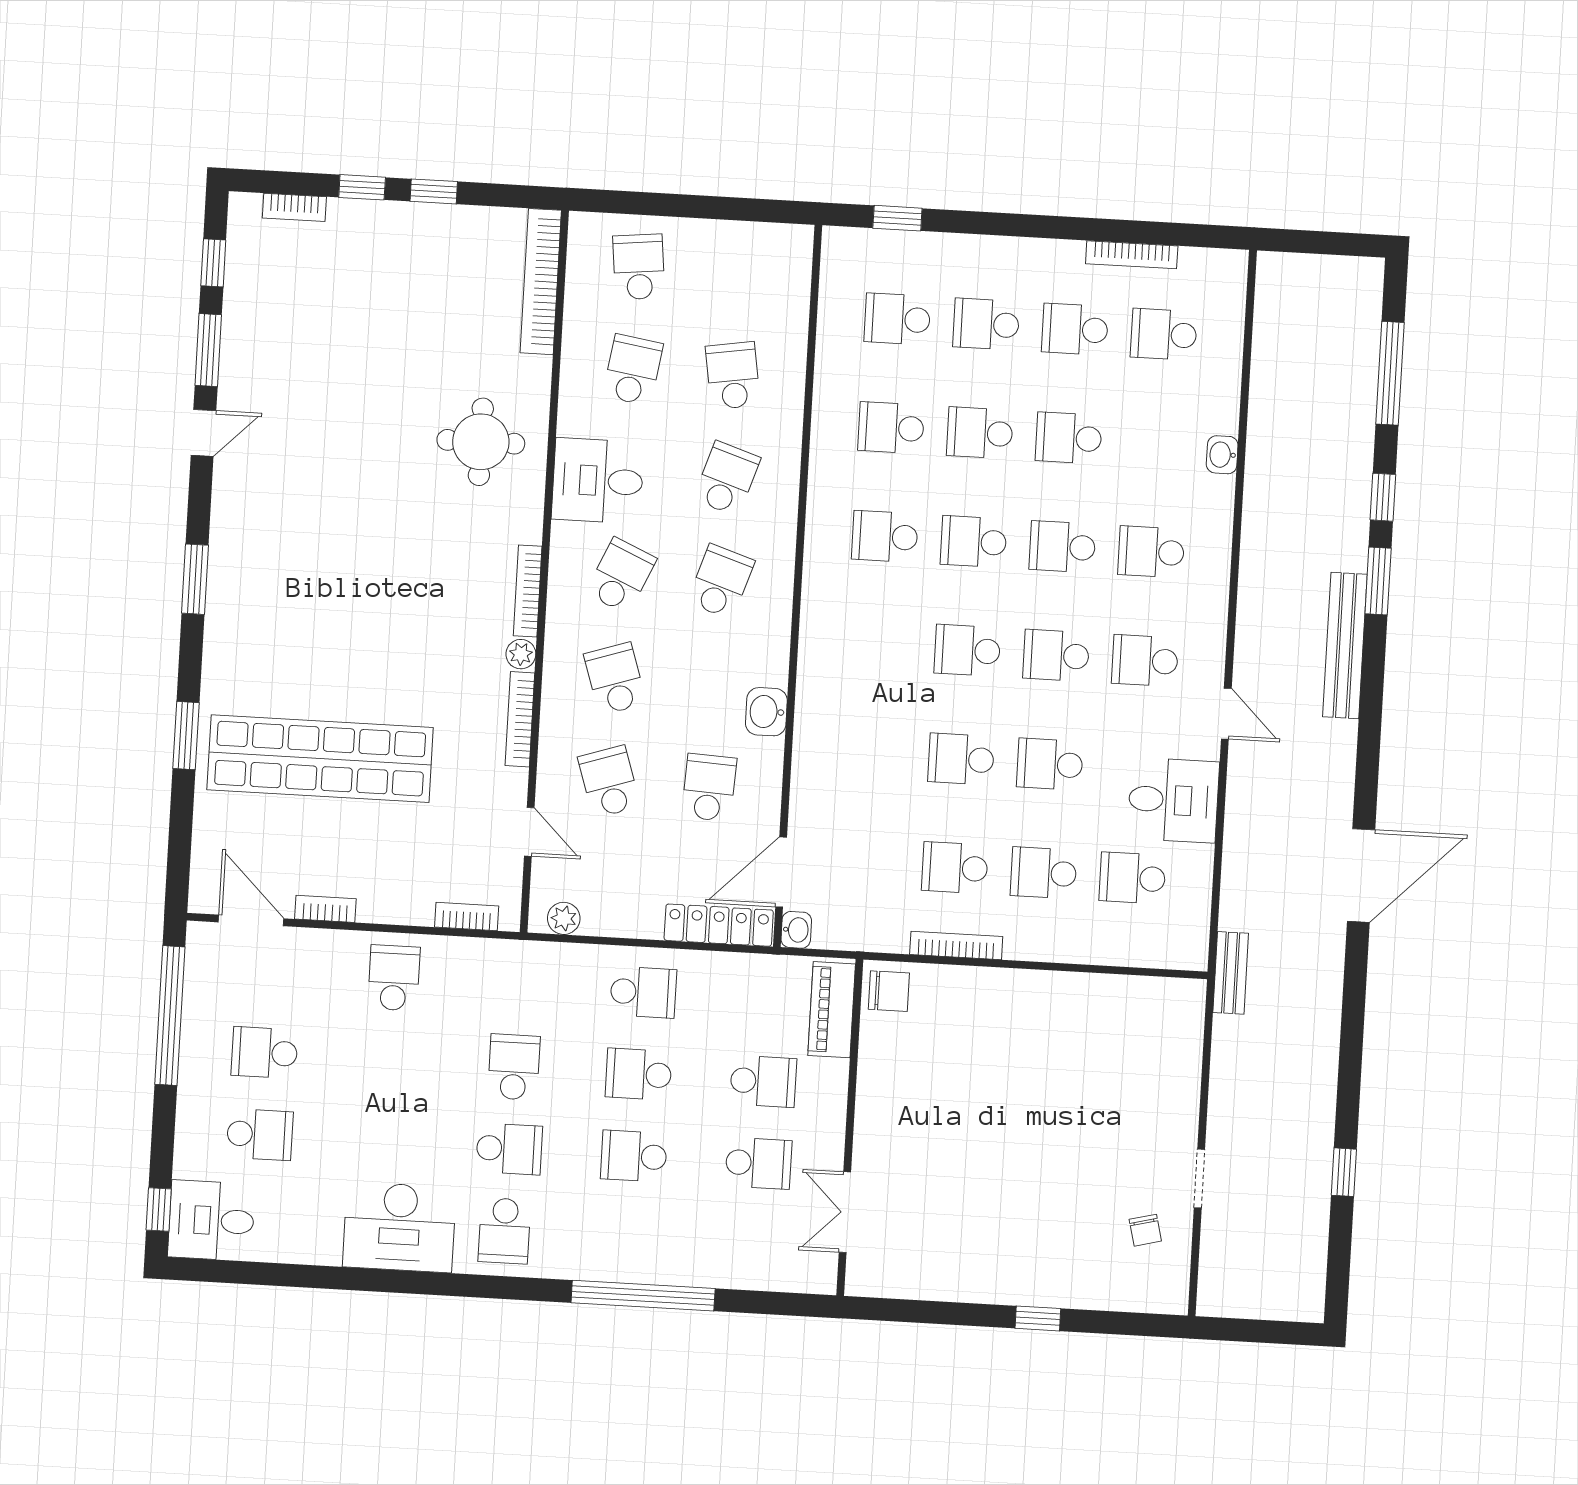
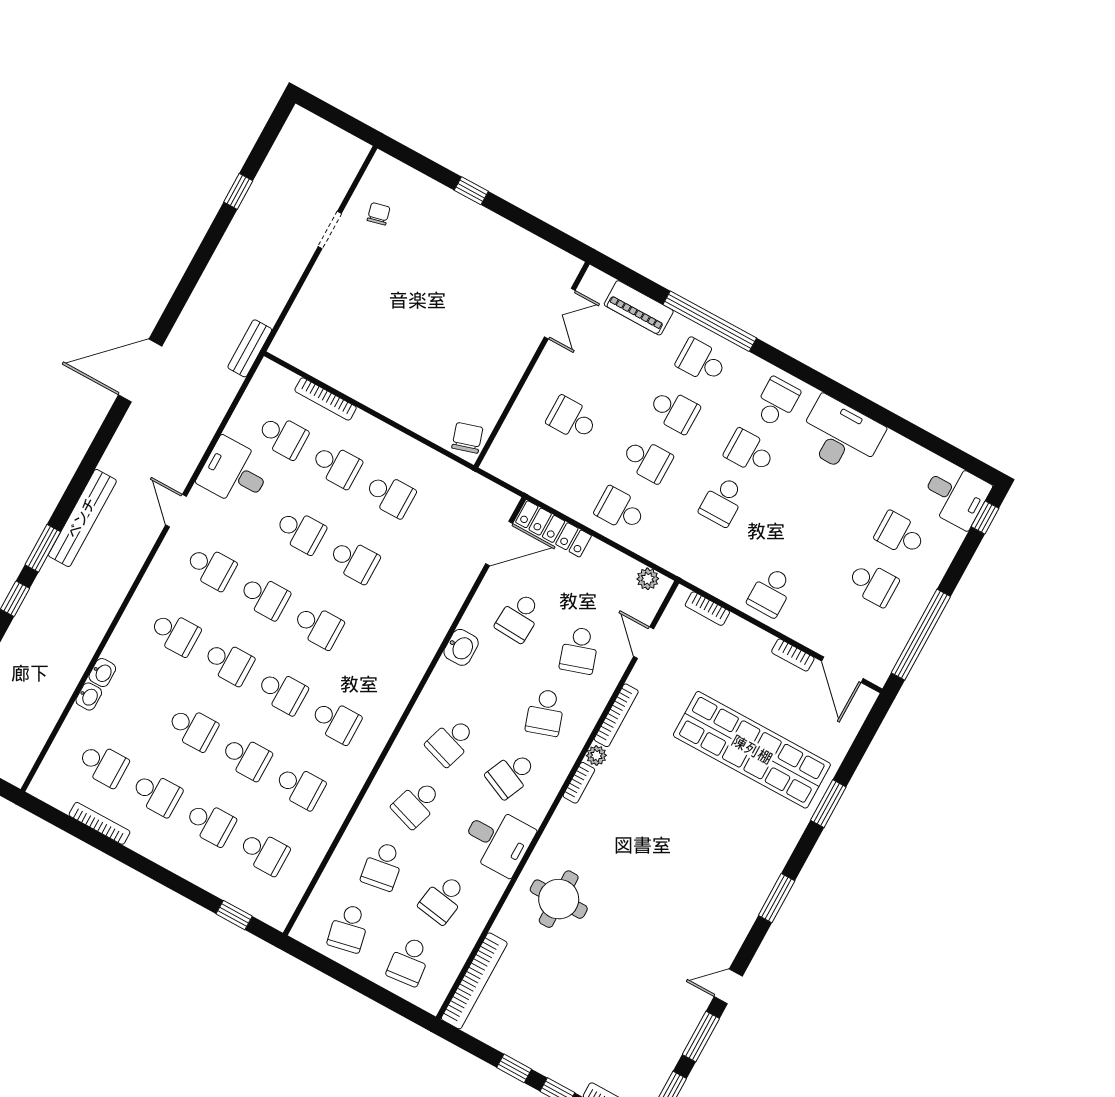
school desk: (739, 273) -> (349, 928), added
bookcase: (528, 591) -> (579, 783), width x0.64
washbasin: (796, 930) -> (89, 696), moved, turned 180
bookcase: (956, 945) -> (326, 399), moved
chair: (889, 991) -> (467, 438), turned 73
piano: (832, 1010) -> (639, 308), moved, turned 90
school desk: (759, 1163) -> (701, 361), moved

